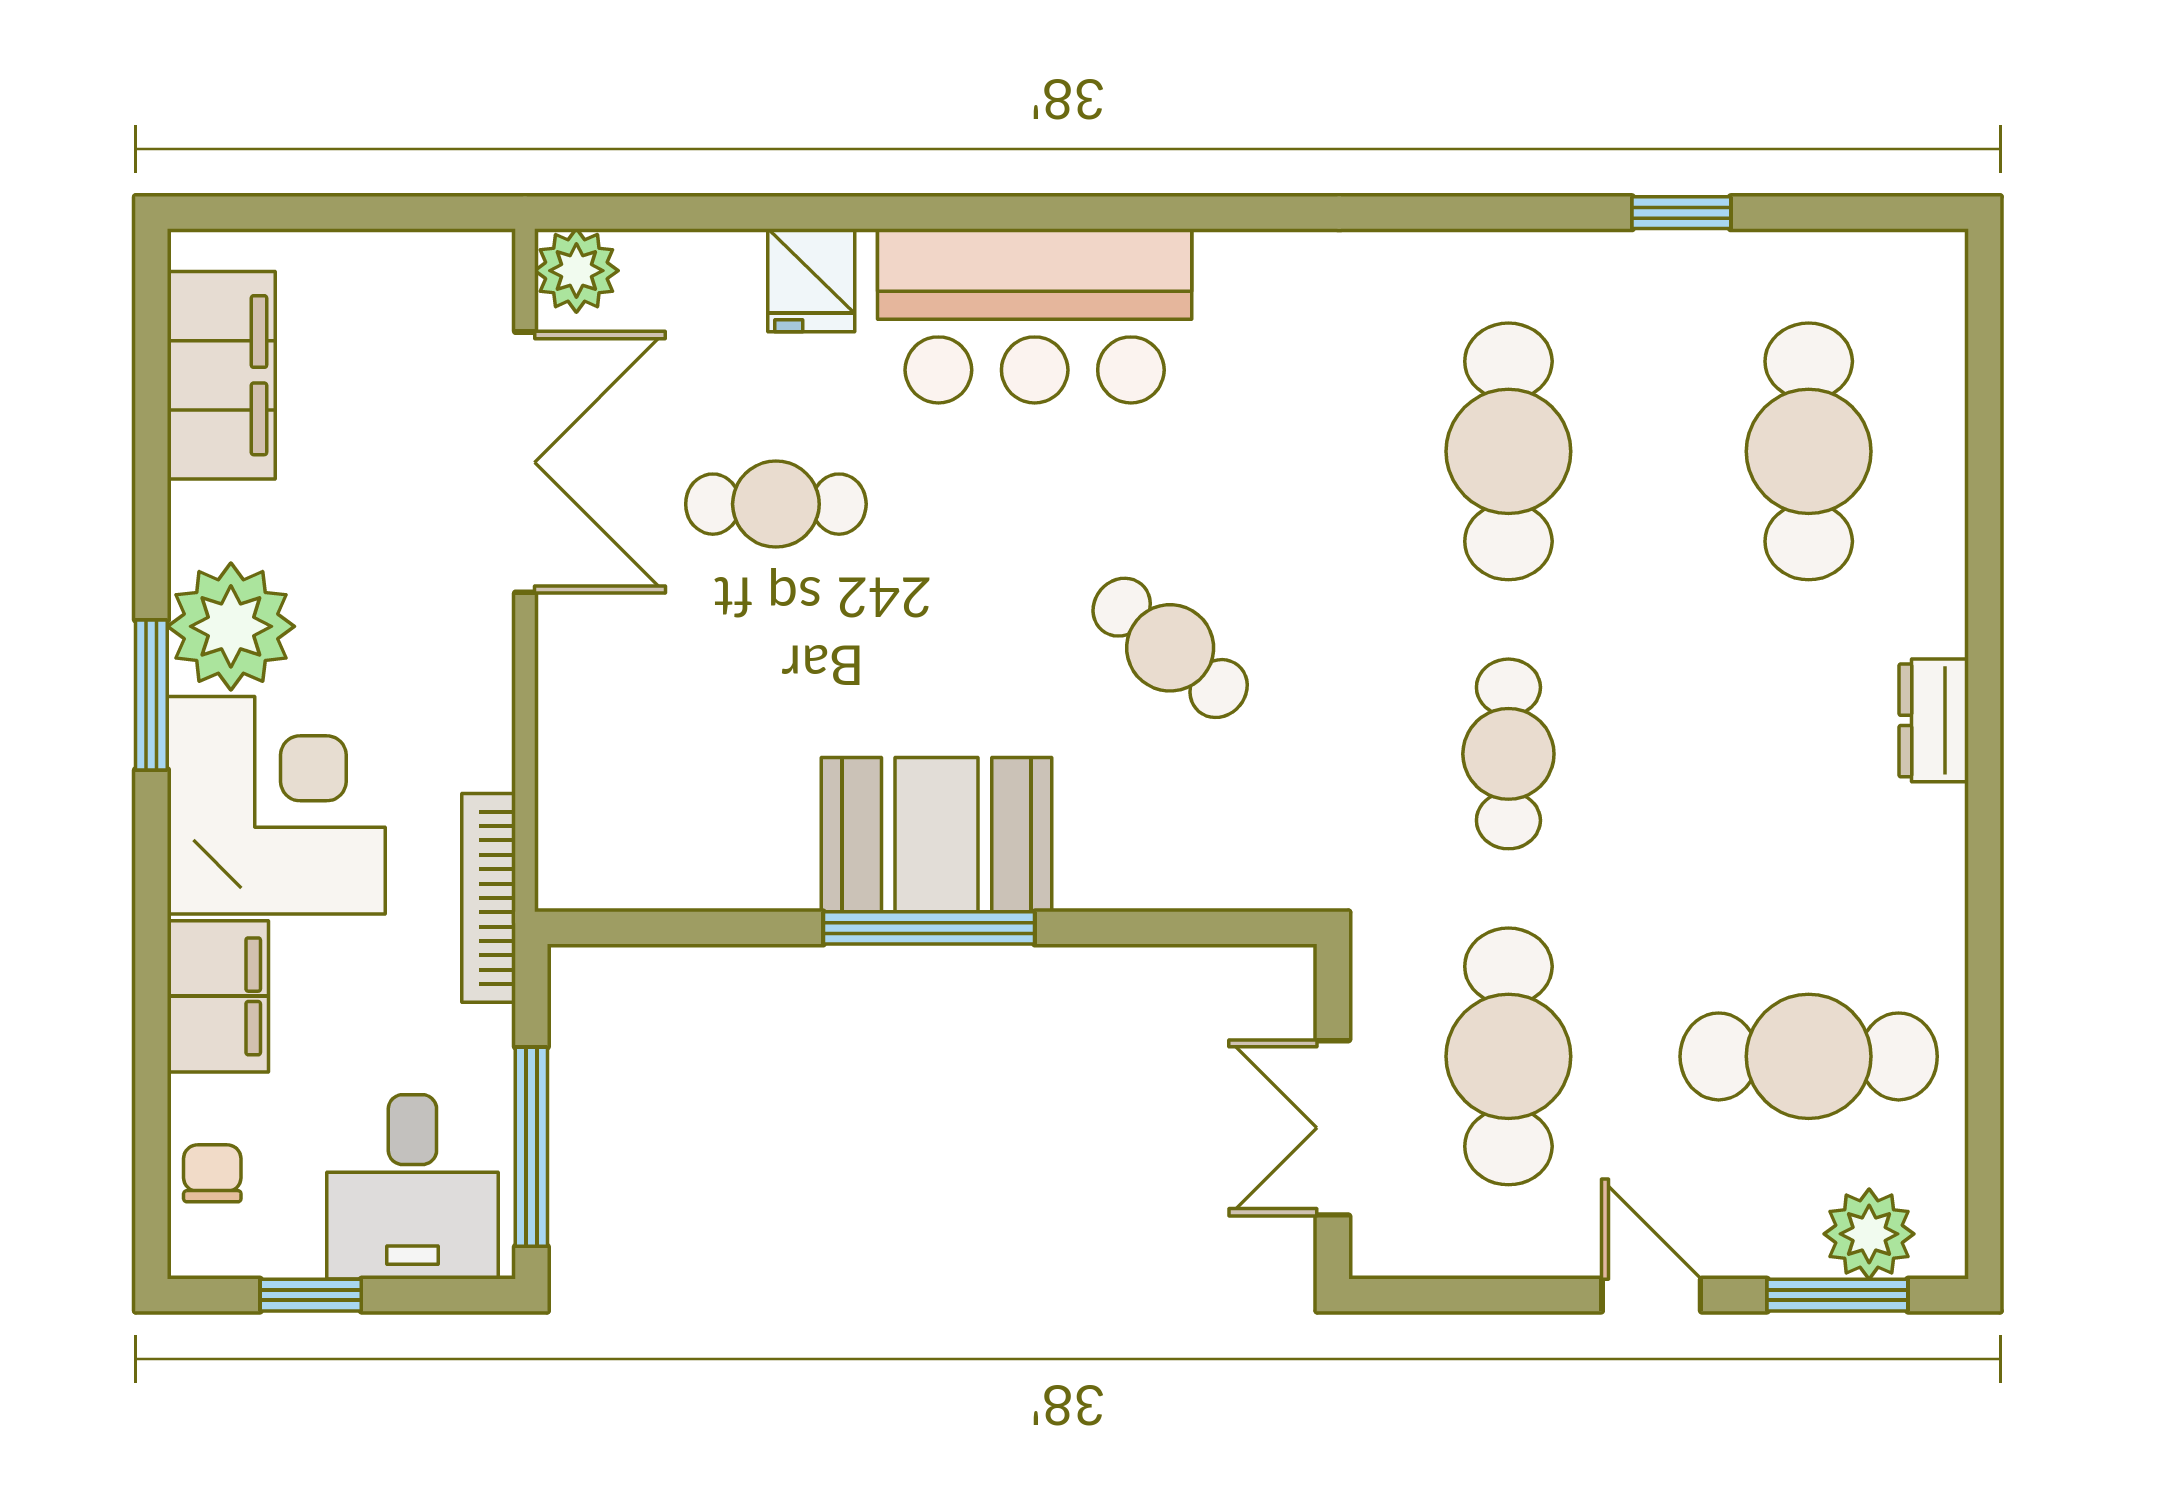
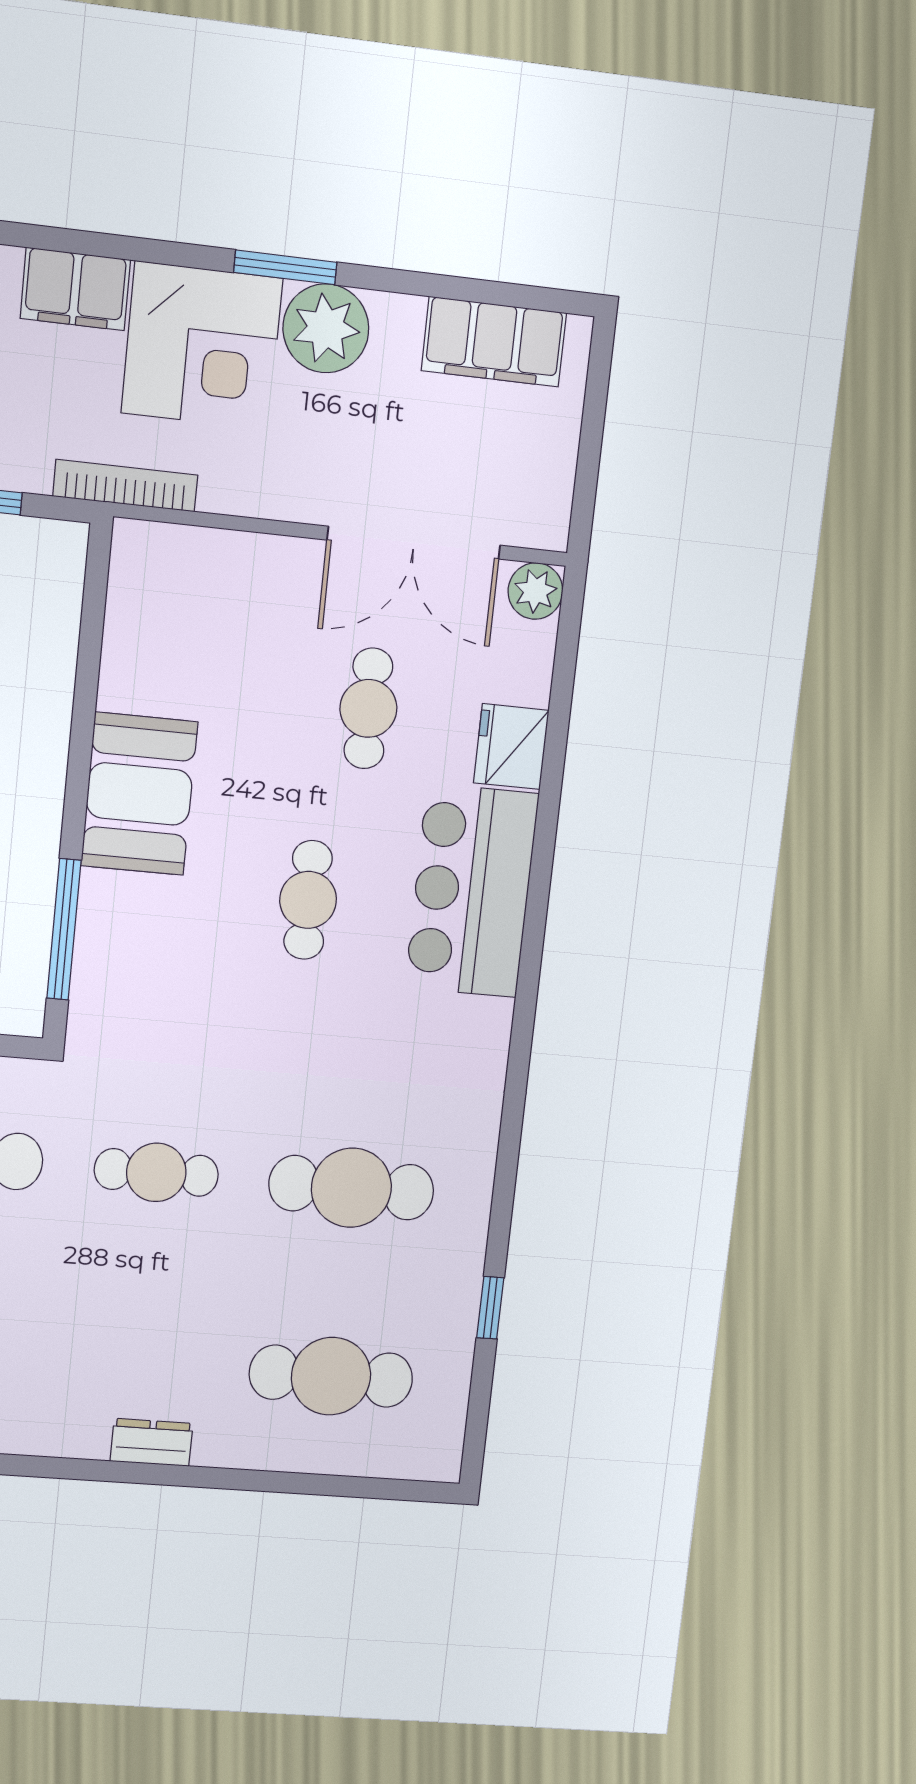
fridge: (811, 280) -> (511, 747), width x1.38
cafe table: (1170, 648) -> (308, 900), moved, turned -40
window: (929, 928) -> (64, 929), moved

